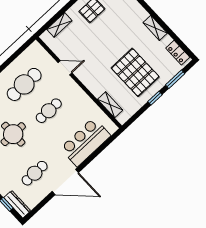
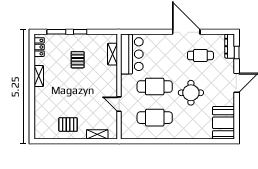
pallet: (135, 72) -> (78, 60), width x0.49, depth x0.50
cafe table: (49, 111) -> (155, 87), width x1.37, depth x1.35
bar counter: (85, 142) -> (132, 54), moved, turned -90

